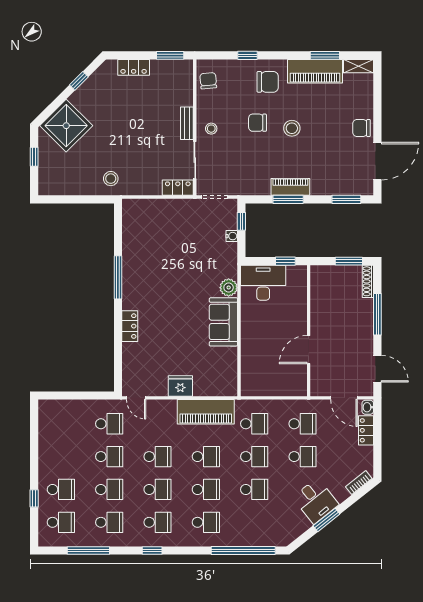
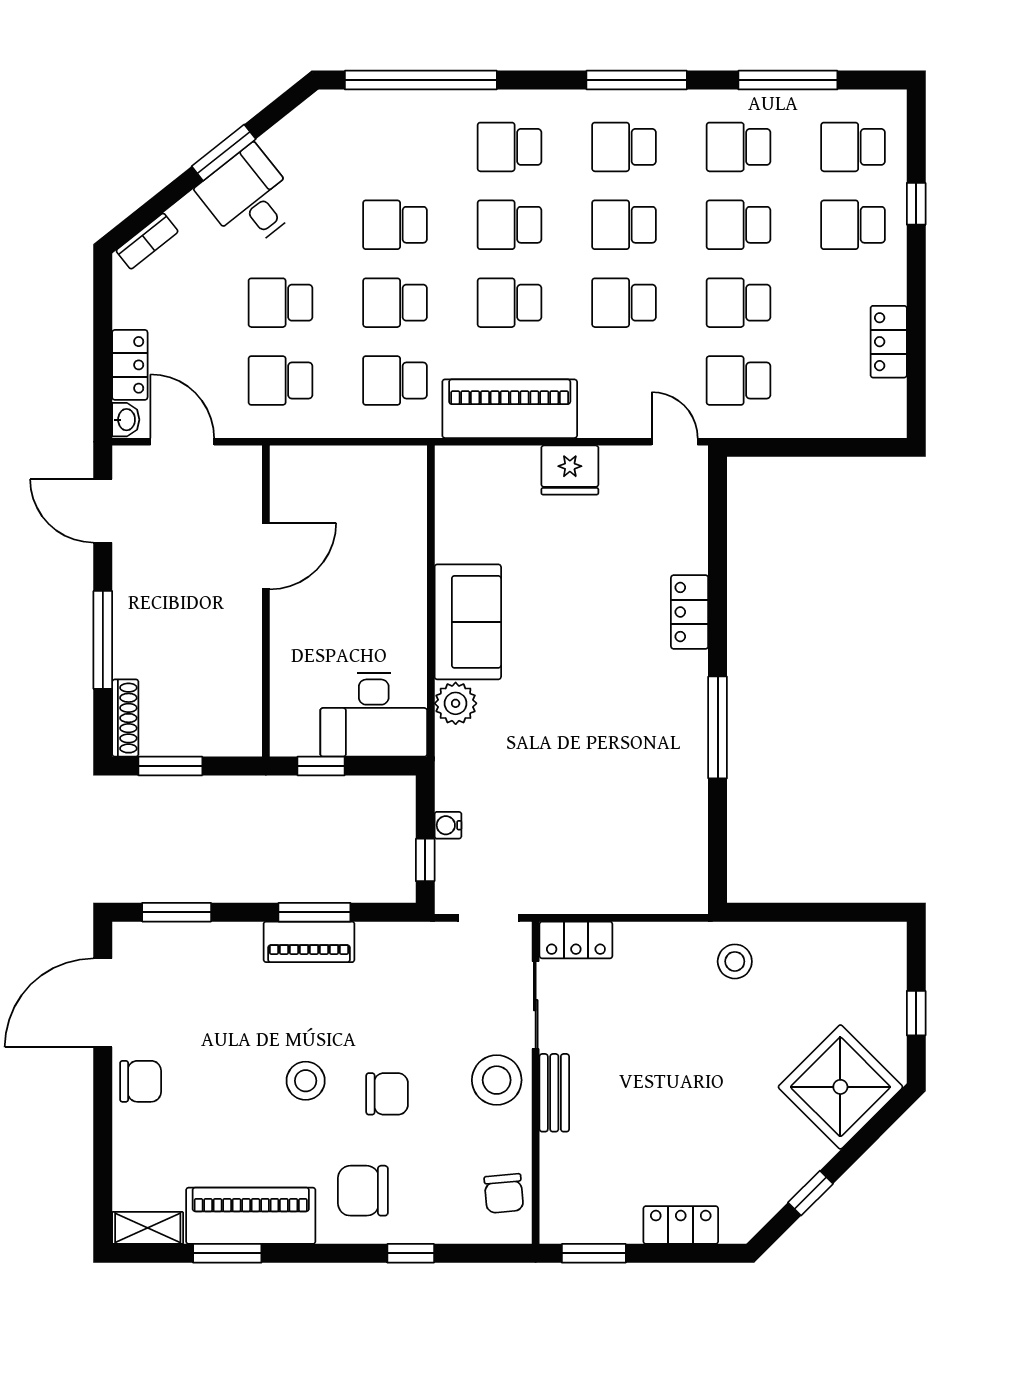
stool: (211, 129) -> (497, 1080), width x1.89, depth x1.89
locker: (46, 440) -> (889, 342), added
window: (152, 551) -> (637, 80), width x2.17

